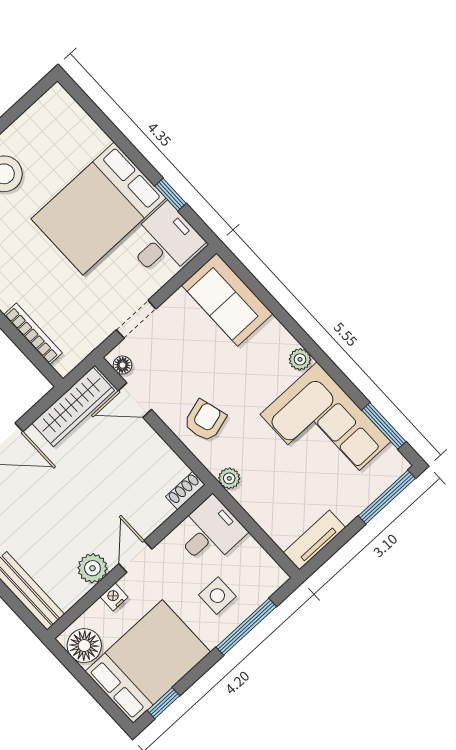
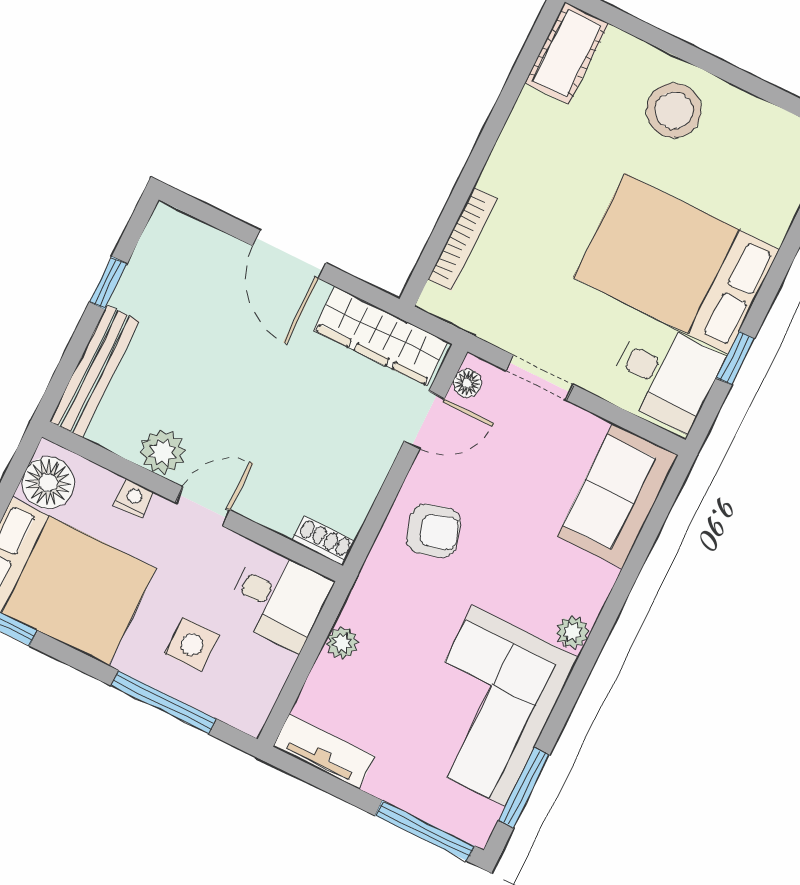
door: (135, 400) -> (424, 420), swing flipped
plant: (229, 478) -> (342, 643), moved

